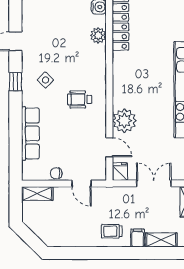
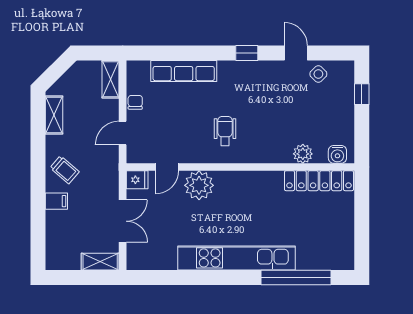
side table: (45, 80) -> (318, 74), moved
trolley: (112, 231) -> (65, 170), turned 131
shelving: (161, 240) -> (54, 115), moved

